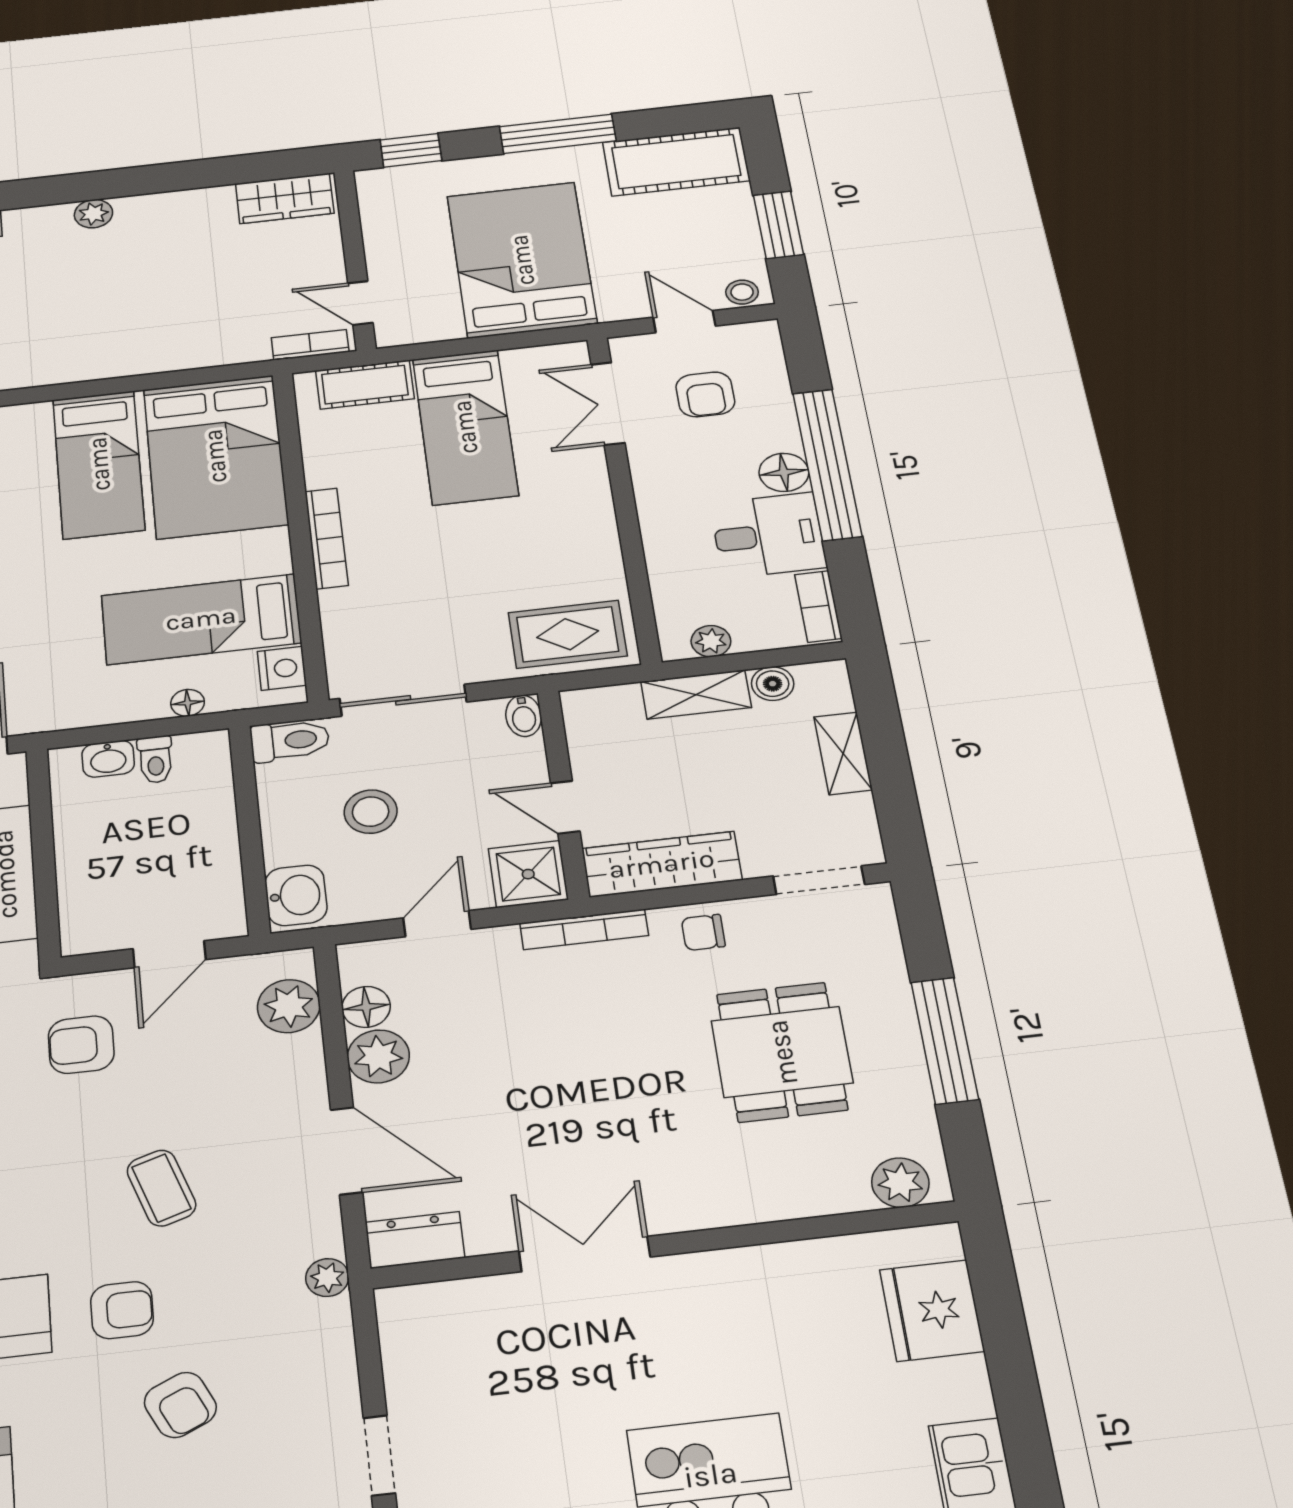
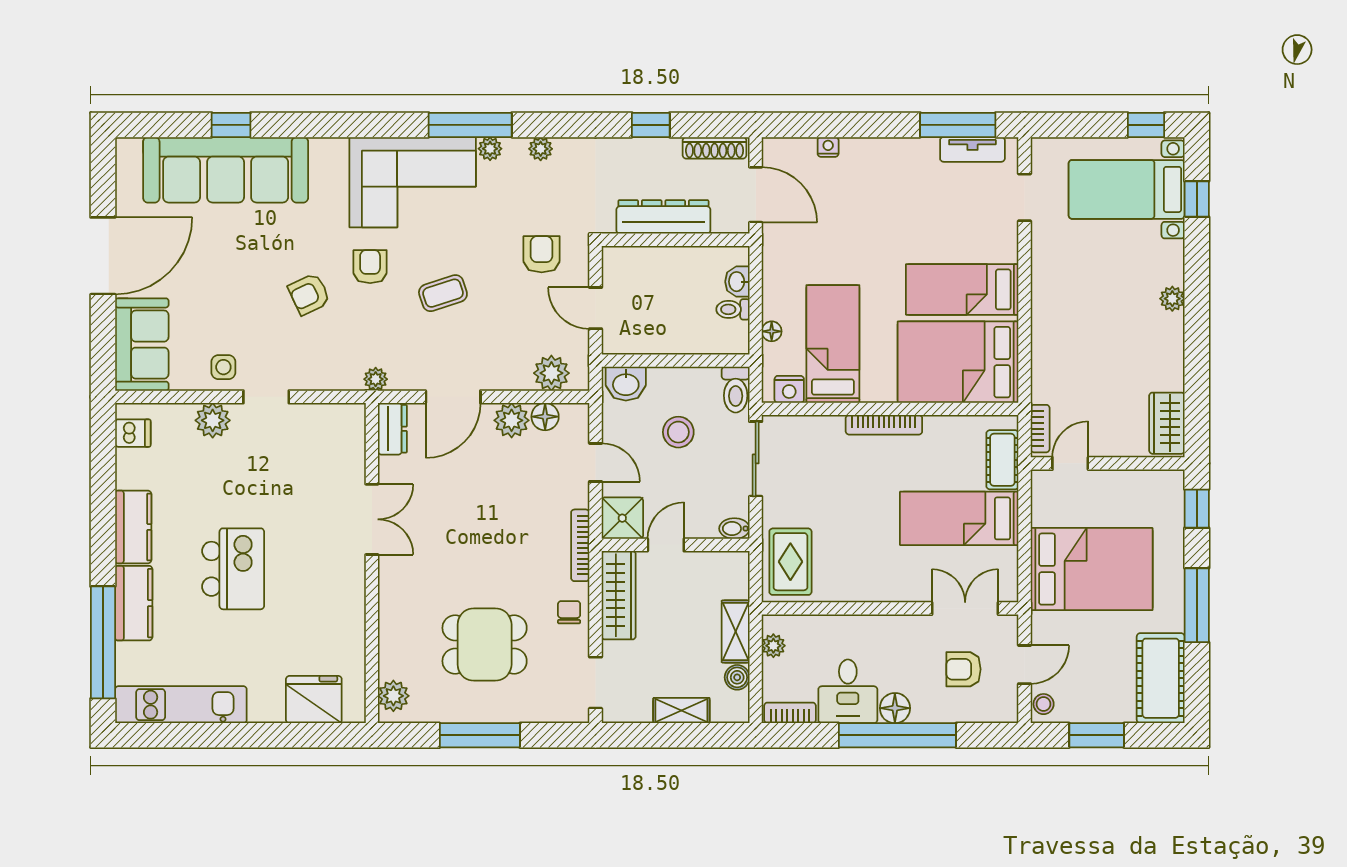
armchair: (122, 1310) -> (370, 267), turned 180

